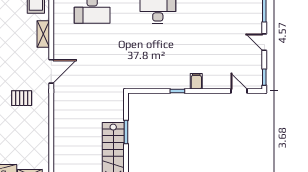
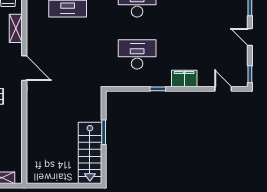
desk: (158, 59) -> (137, 54), added
door: (51, 71) -> (24, 68), hinge flipped
filing cabinet: (196, 81) -> (184, 78), width x2.00

